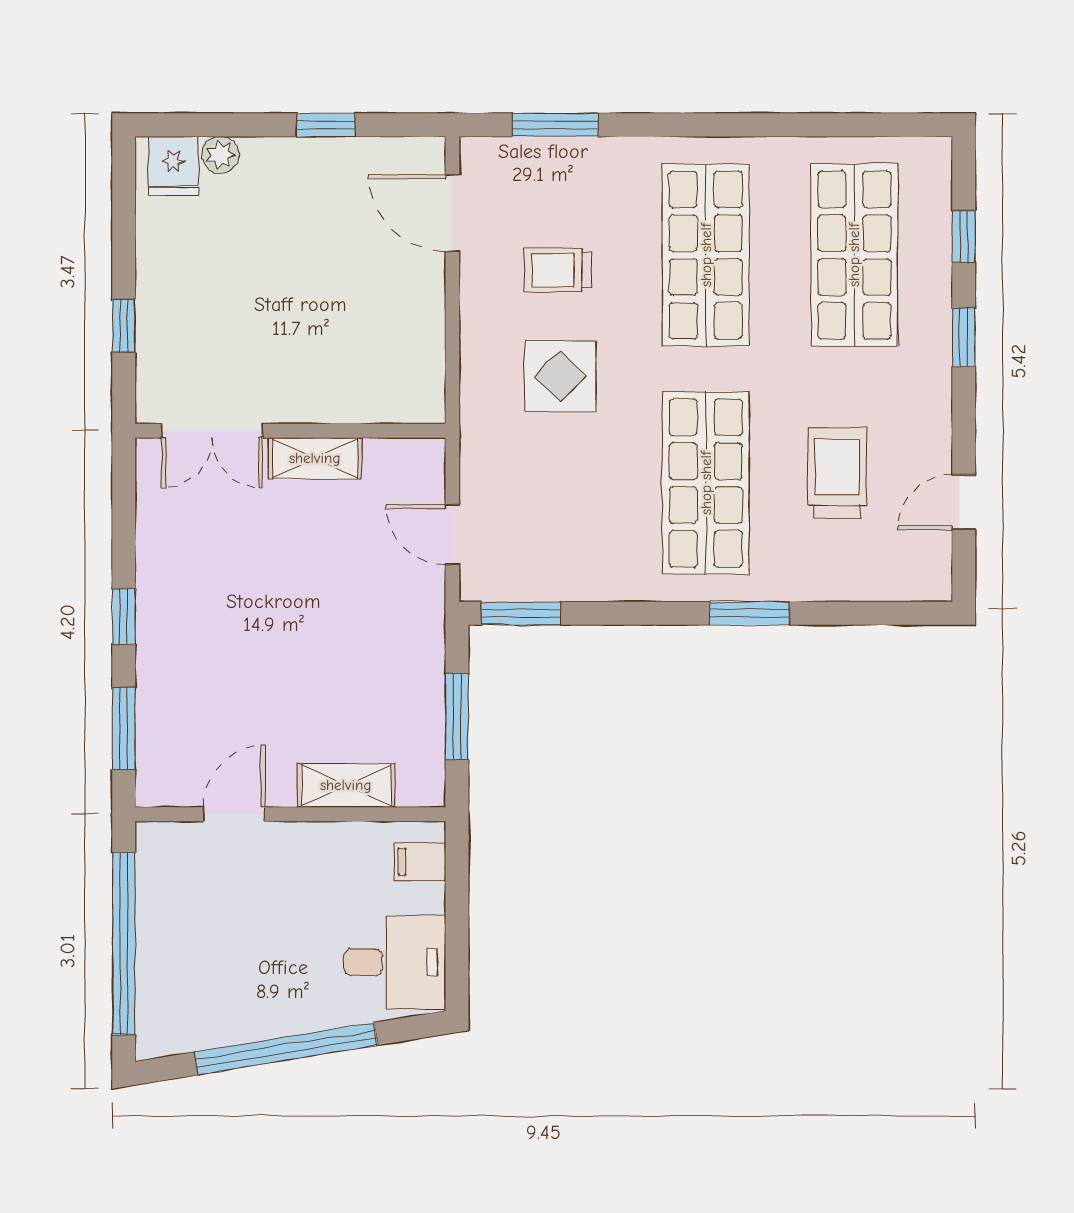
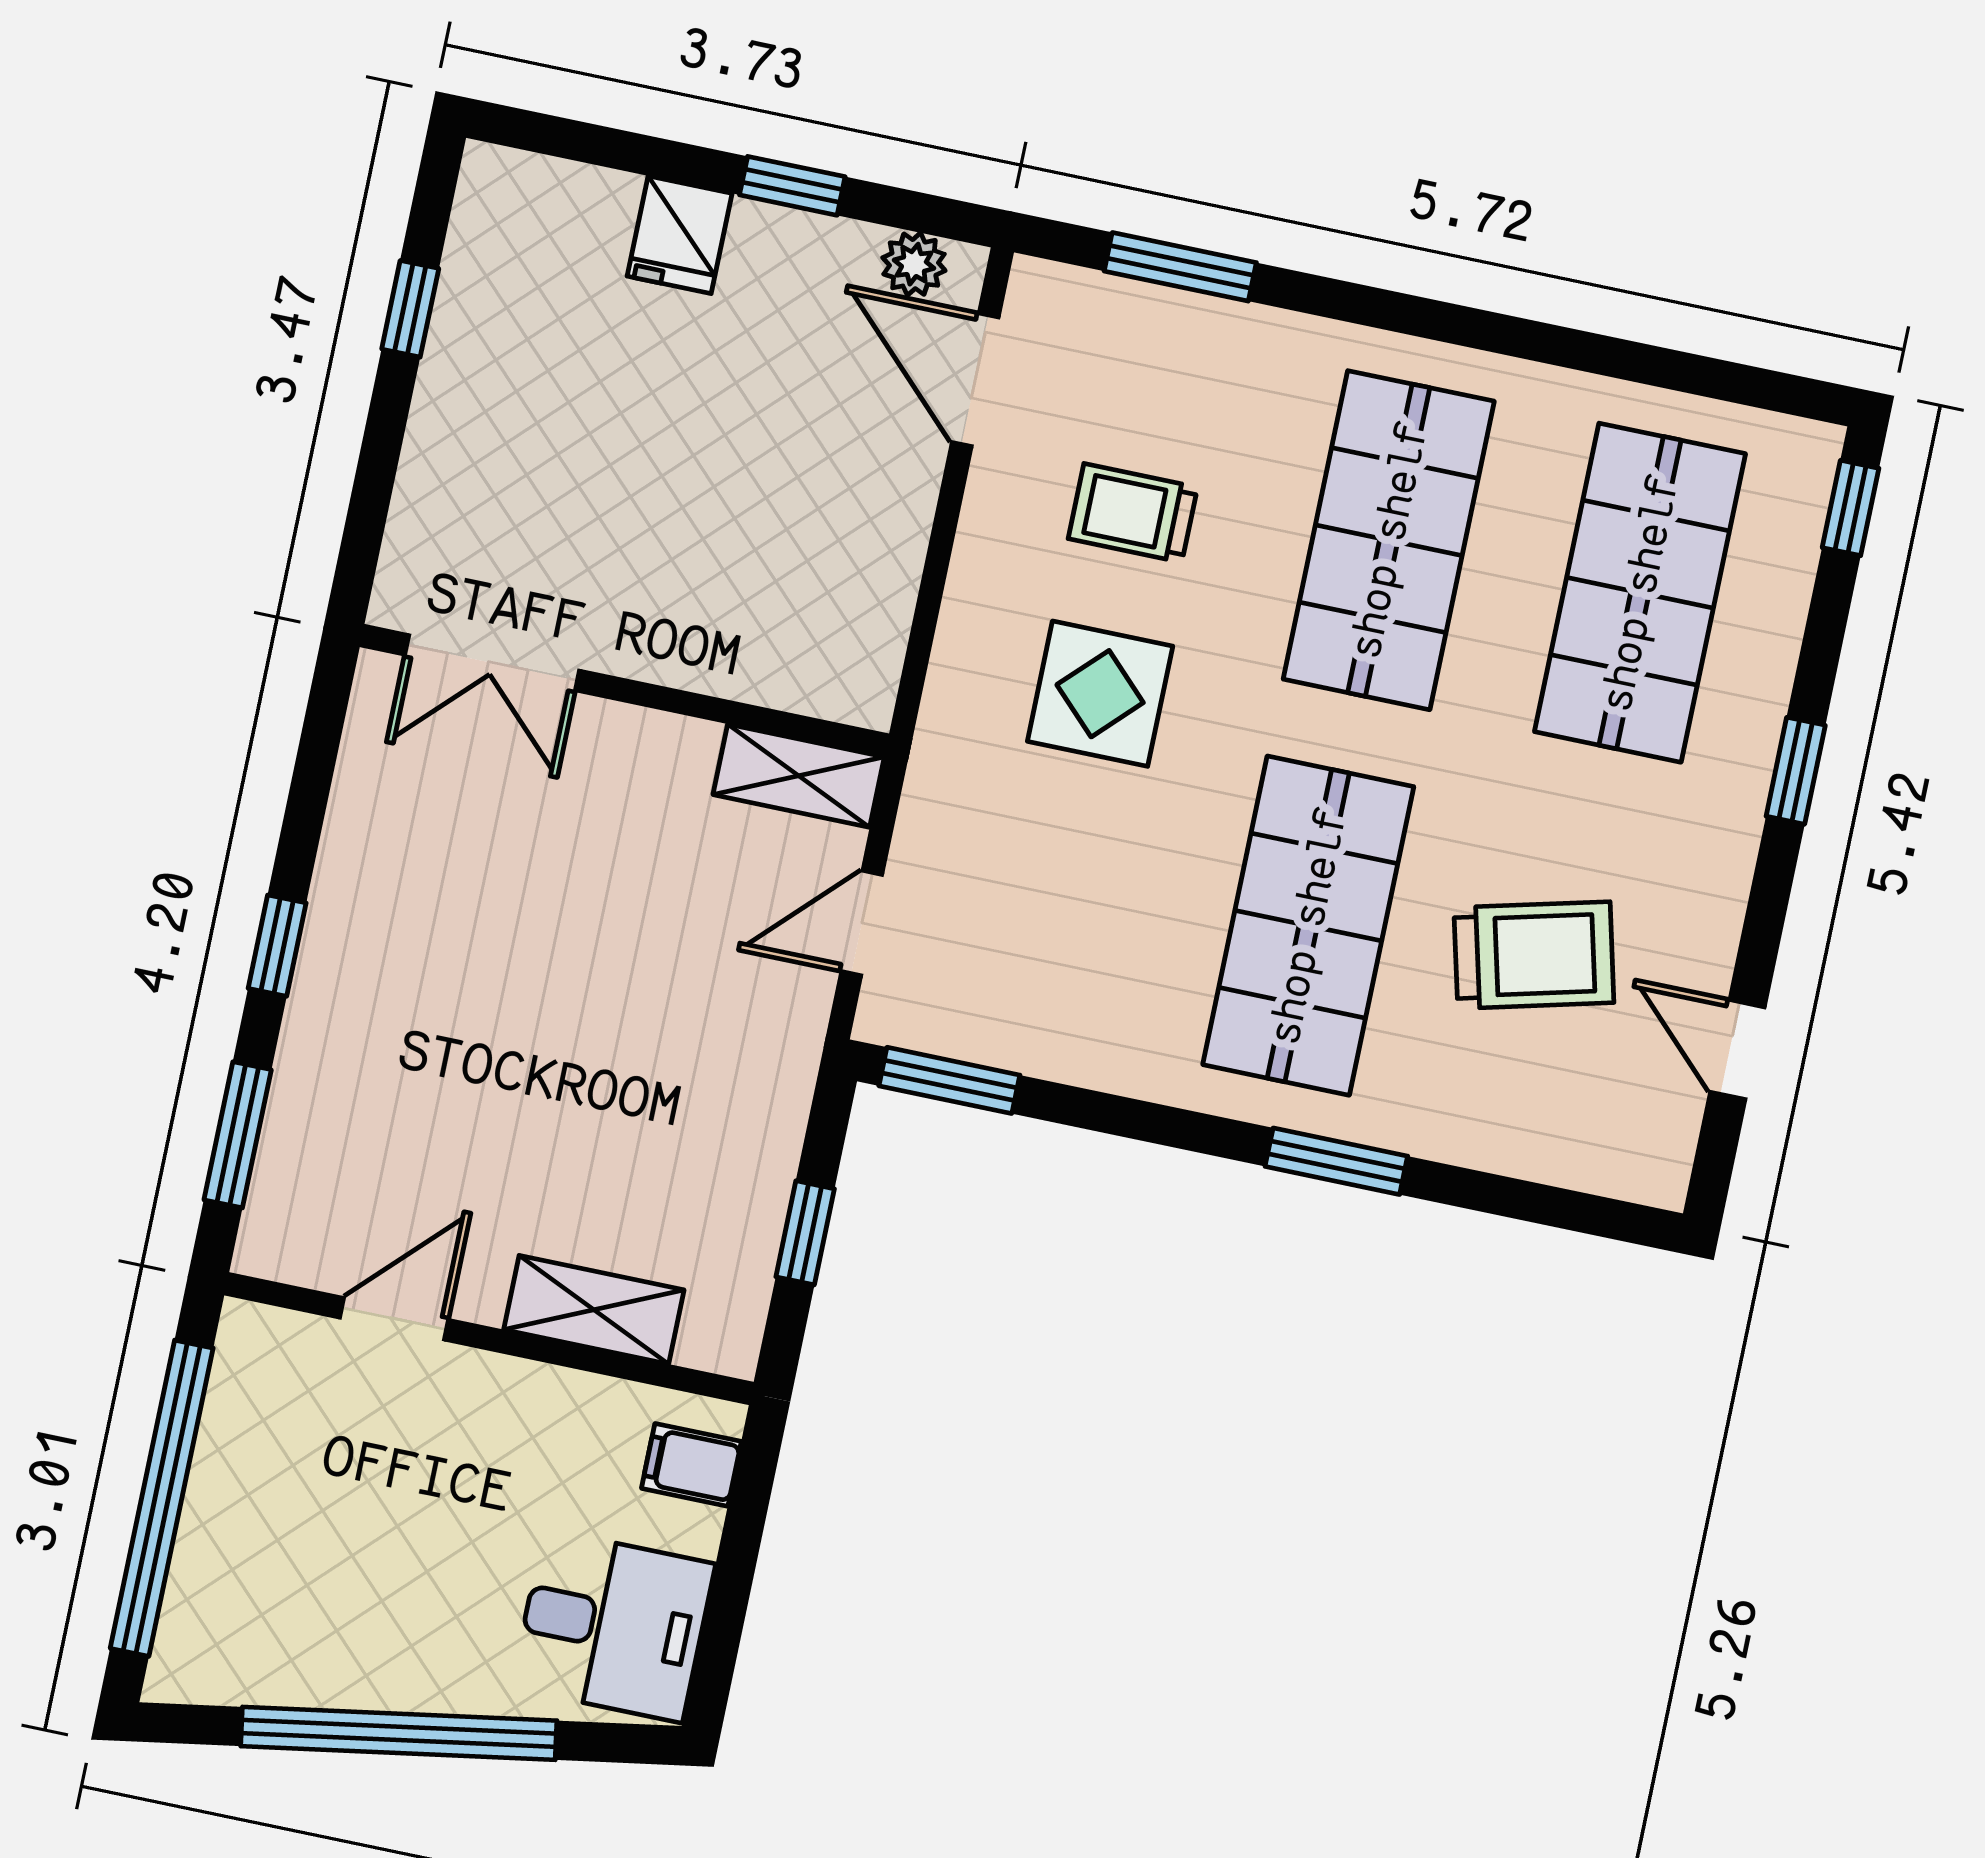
plant: (221, 155) -> (914, 264), moved
fridge: (173, 166) -> (680, 235), moved
window: (964, 236) -> (1851, 508), moved
window: (124, 326) -> (410, 309), moved
shelving: (315, 458) -> (799, 776), moved
trolley: (837, 473) -> (1534, 955), turned 76
door: (964, 502) -> (1737, 1050), hinge flipped
door: (452, 534) -> (862, 923), hinge flipped
window: (457, 717) -> (805, 1233), width x0.67

